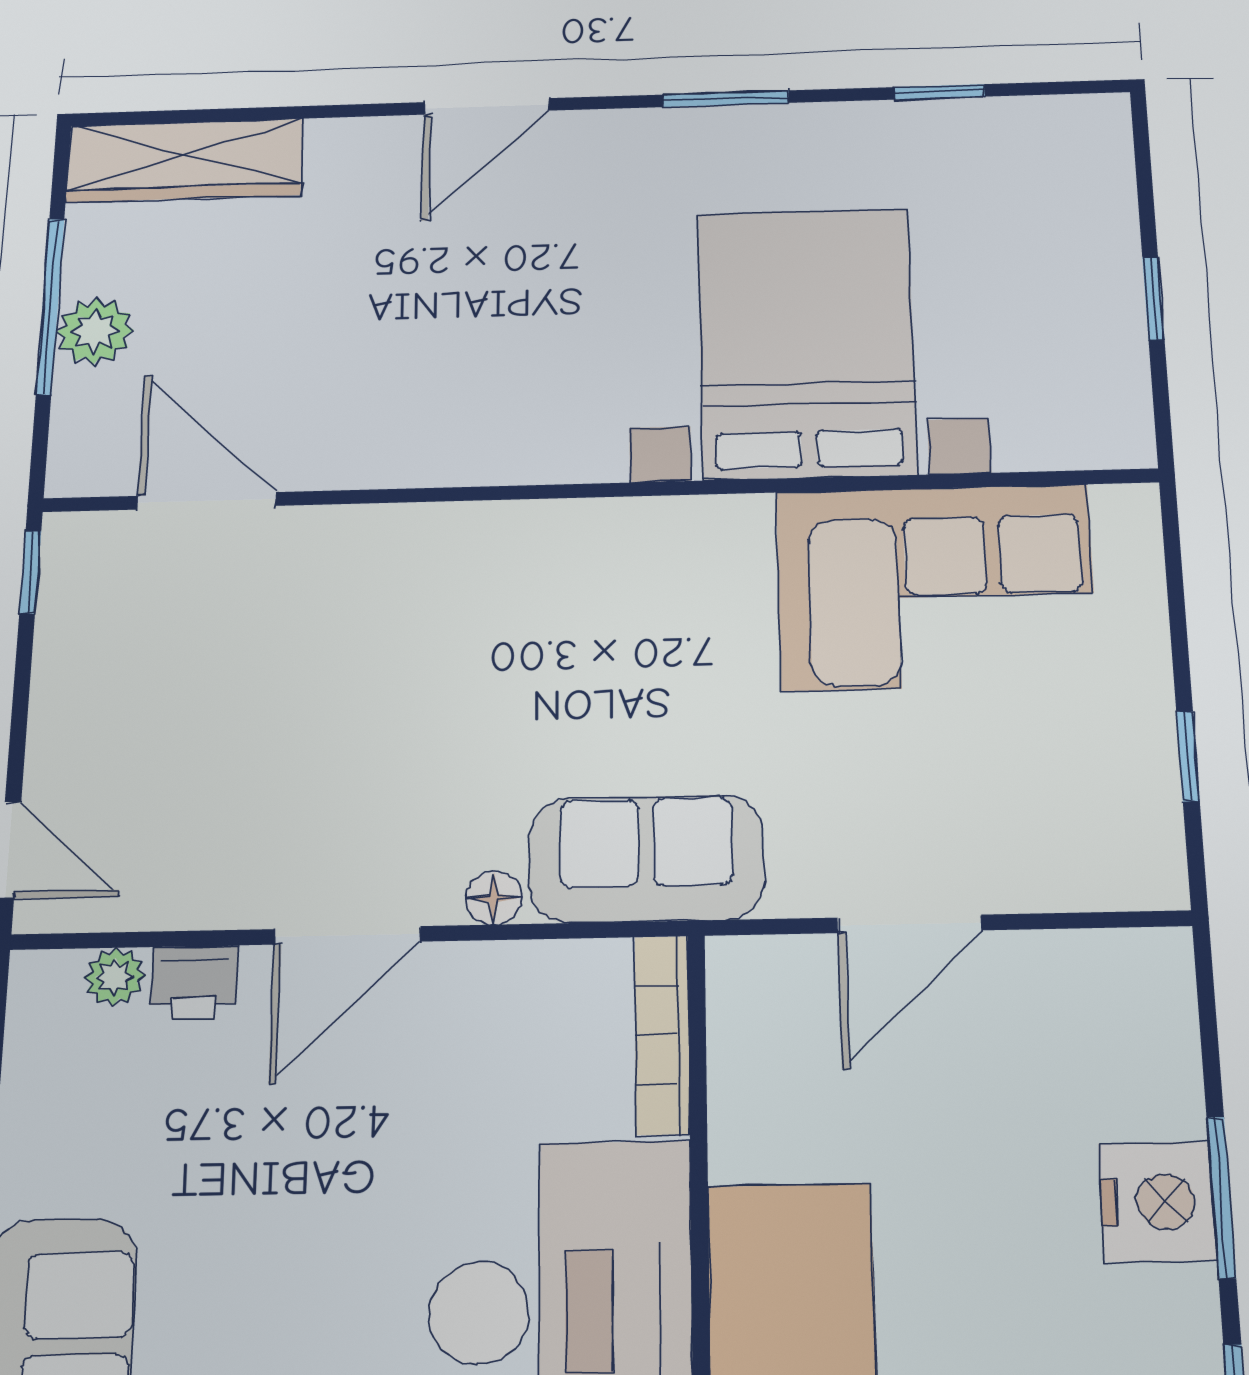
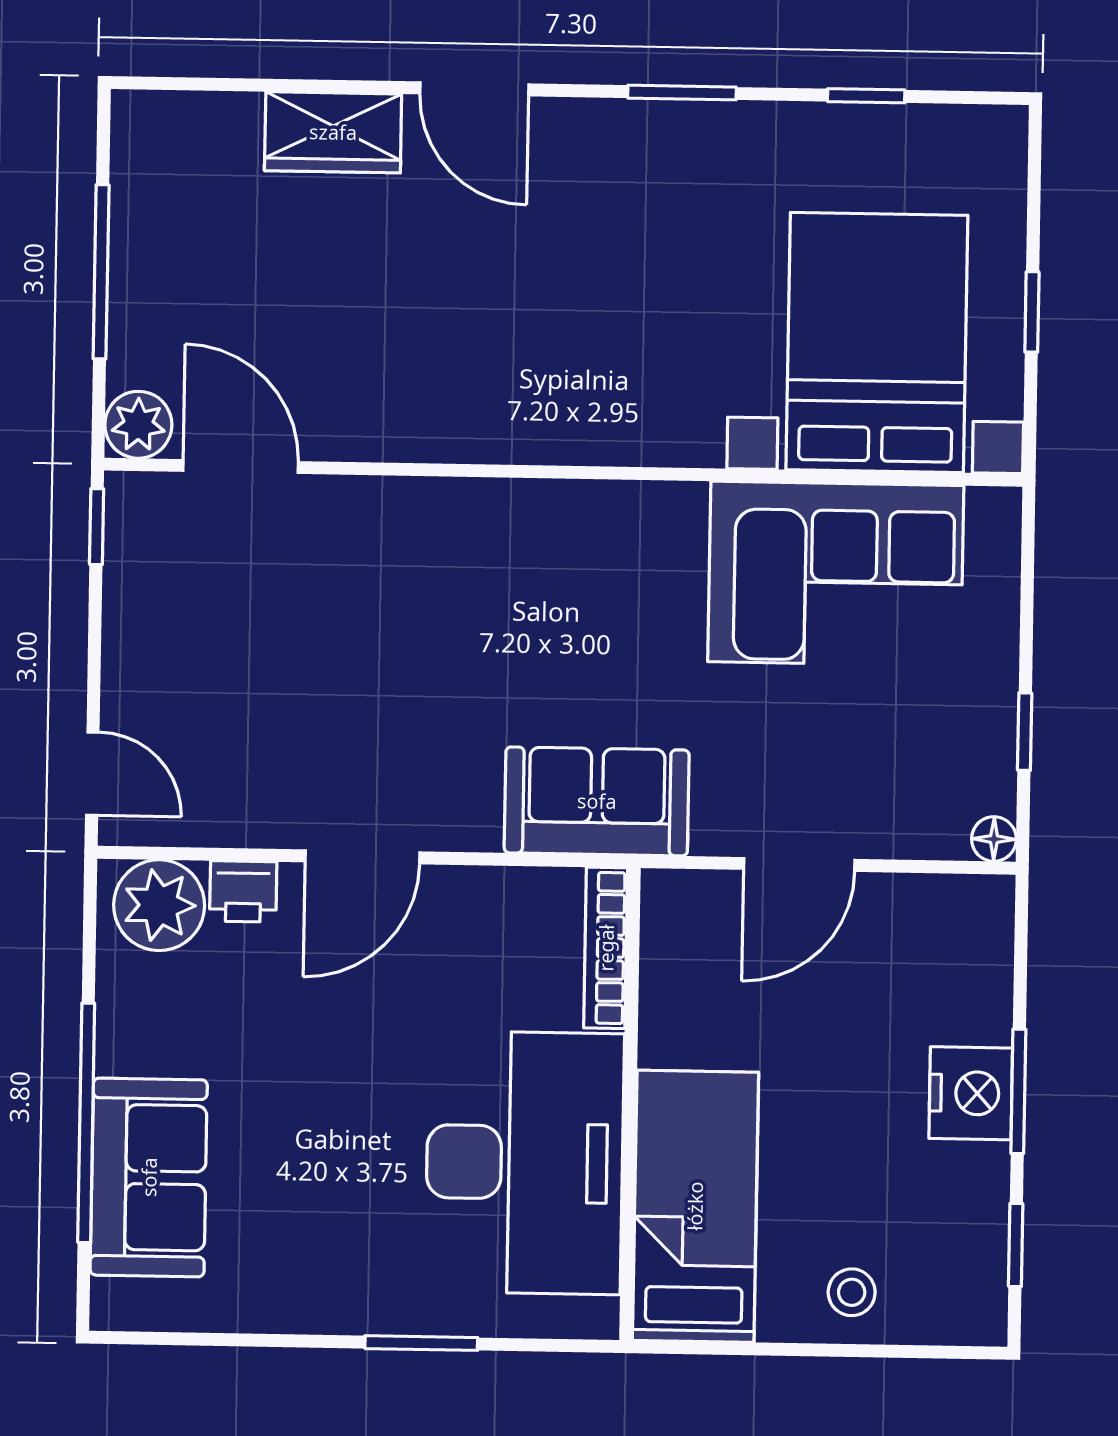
door: (487, 106) -> (474, 89), hinge flipped
wardrobe: (185, 160) -> (333, 132), moved, width x0.67
plant: (95, 331) -> (138, 425), moved
bed with nightstands: (806, 342) -> (877, 342), moved
floor lamp: (494, 898) -> (994, 839), moved
plant: (115, 977) -> (159, 905), width x1.87, depth x1.87

